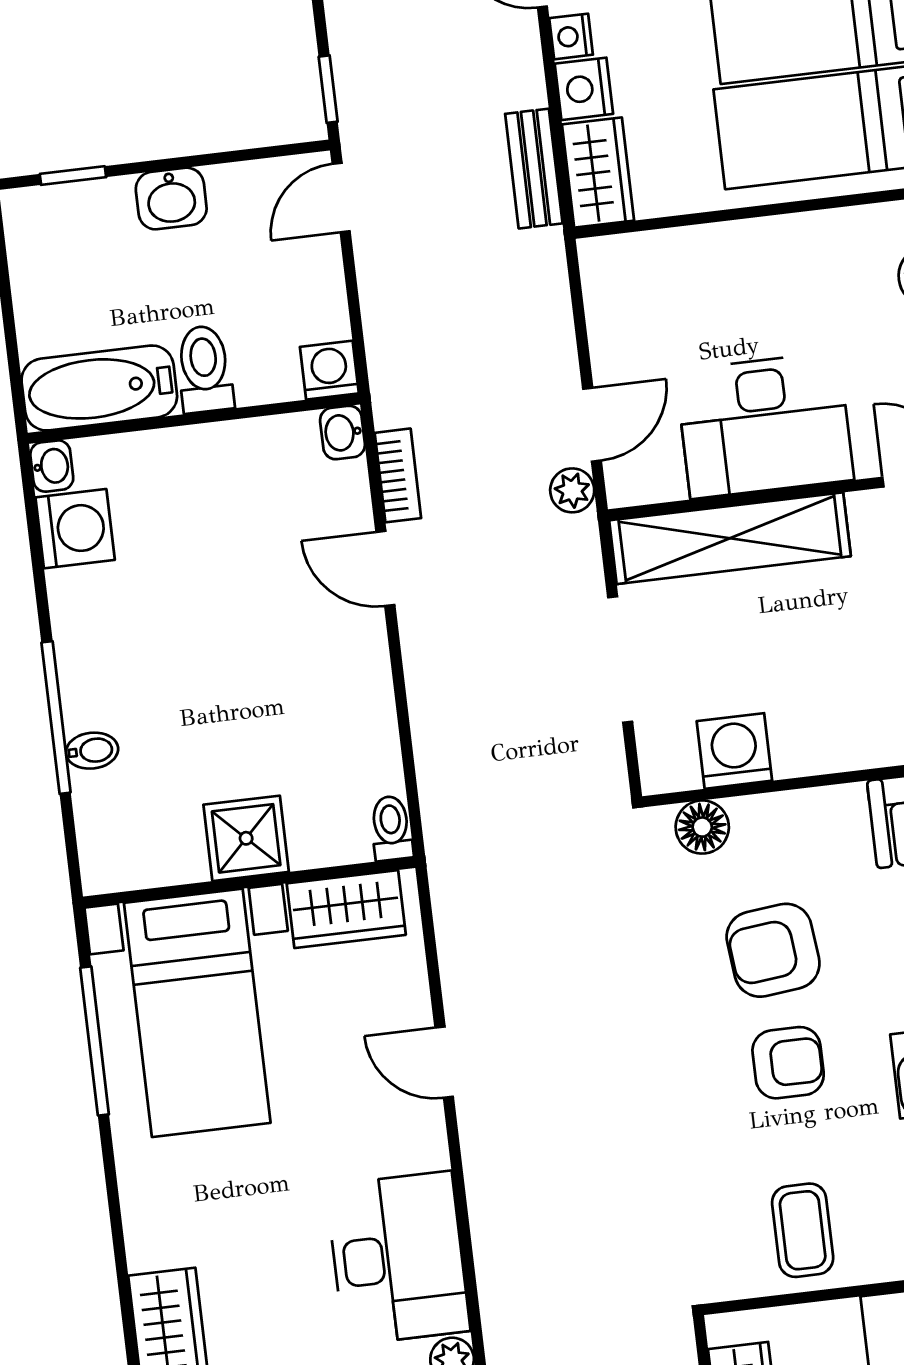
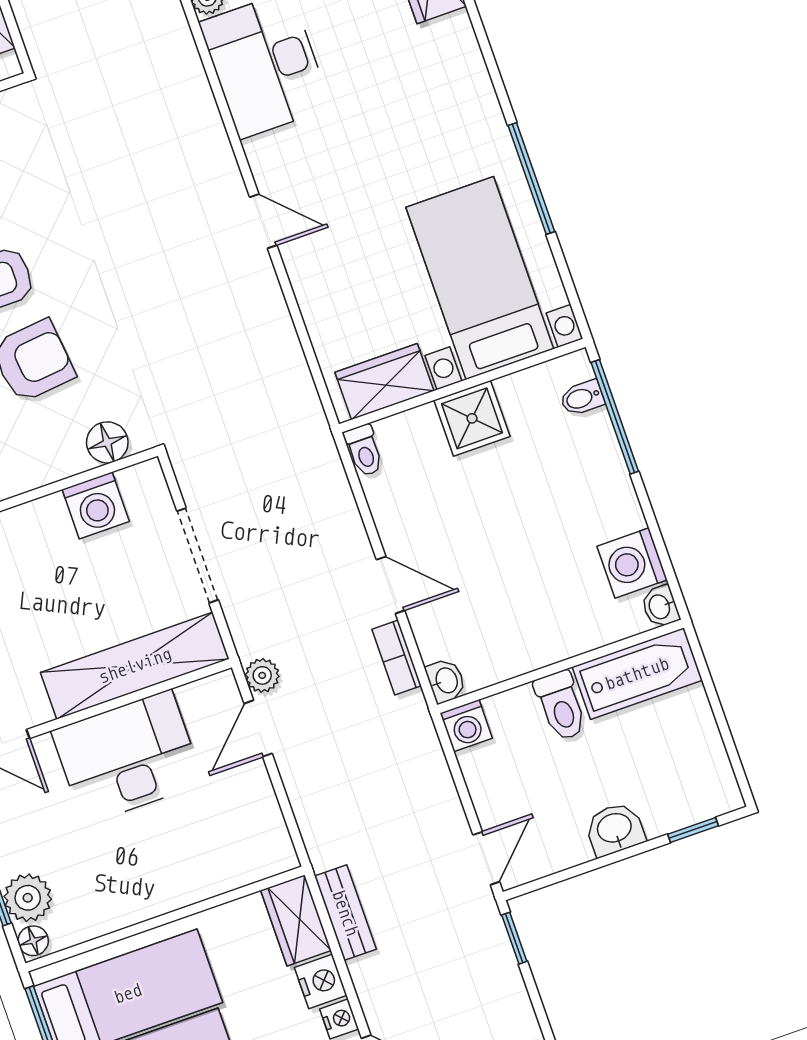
toilet: (391, 828) -> (364, 450), moved
shower: (246, 838) -> (472, 418), moved
wall: (249, 882) -> (462, 386), moved
wardrobe: (346, 909) -> (384, 382), moved
bed with nightstands: (197, 1013) -> (480, 278), moved

